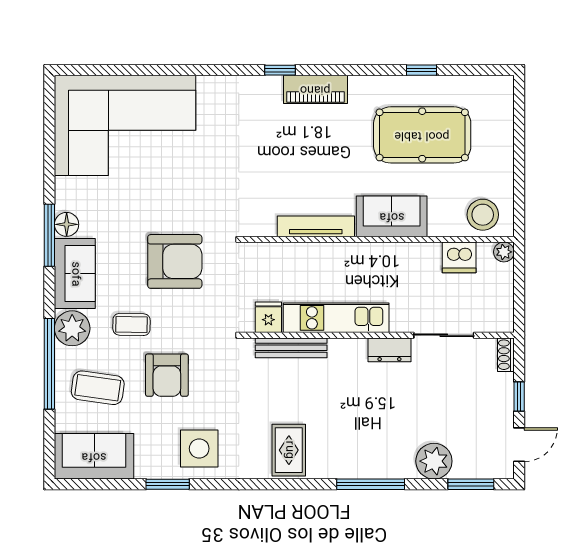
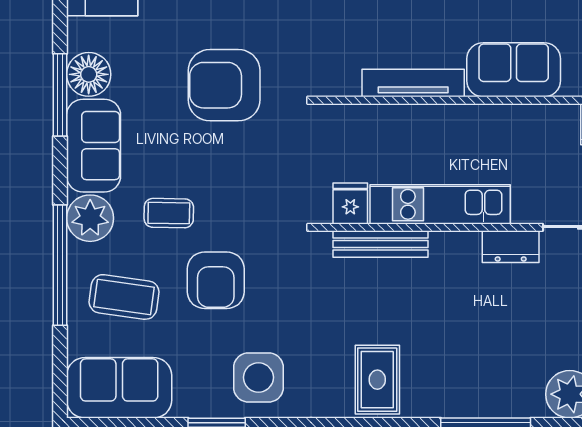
floor lamp: (67, 224) -> (89, 74), width x1.38, depth x1.38
armchair: (175, 261) -> (224, 85), moved, turned 180

